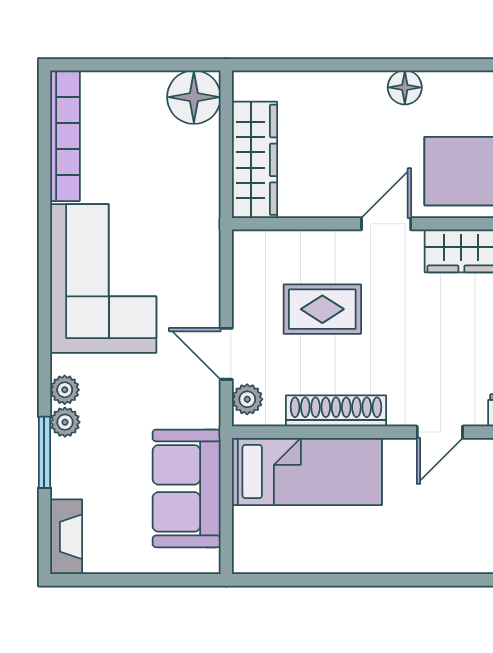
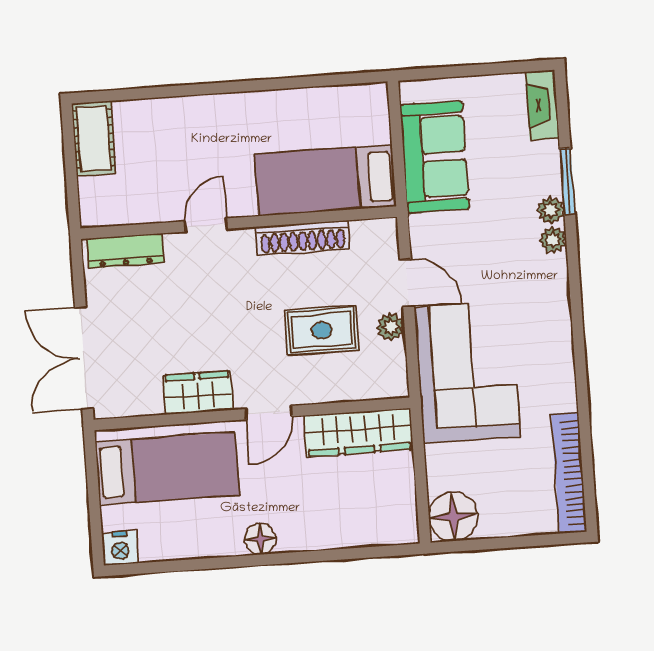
wardrobe: (255, 160) -> (358, 432), moved, turned -90
corner sofa: (103, 279) -> (467, 372), moved, turned 180
plant: (247, 399) -> (391, 327), moved

